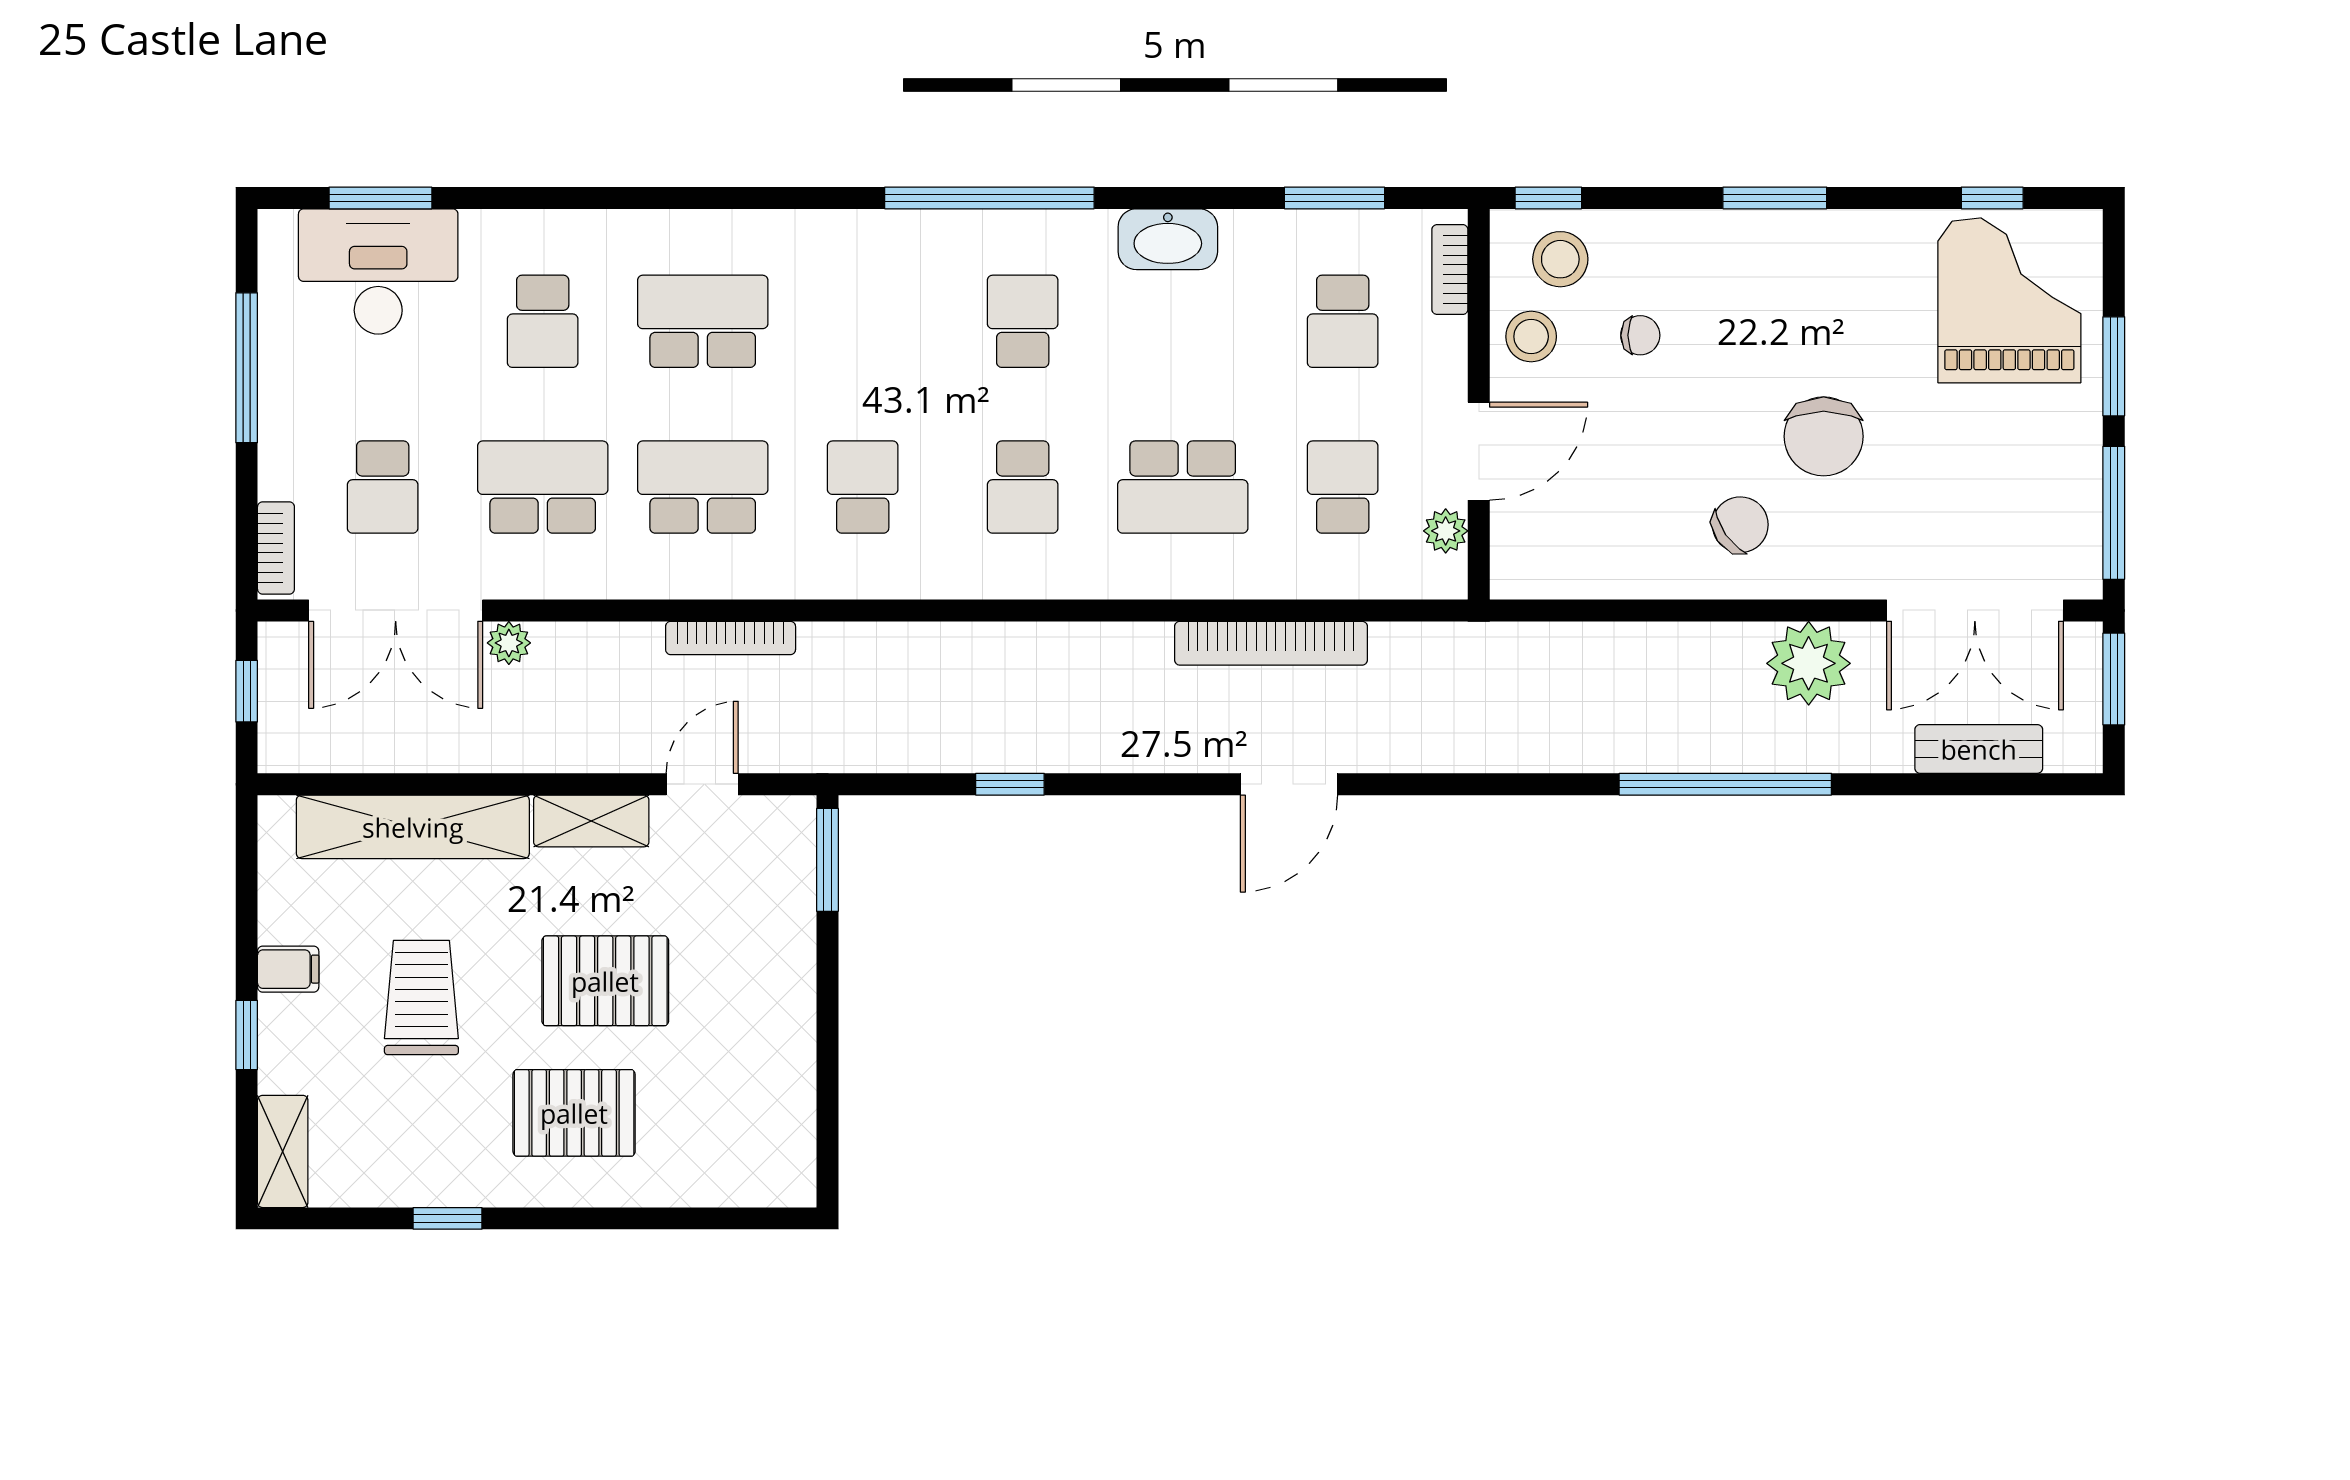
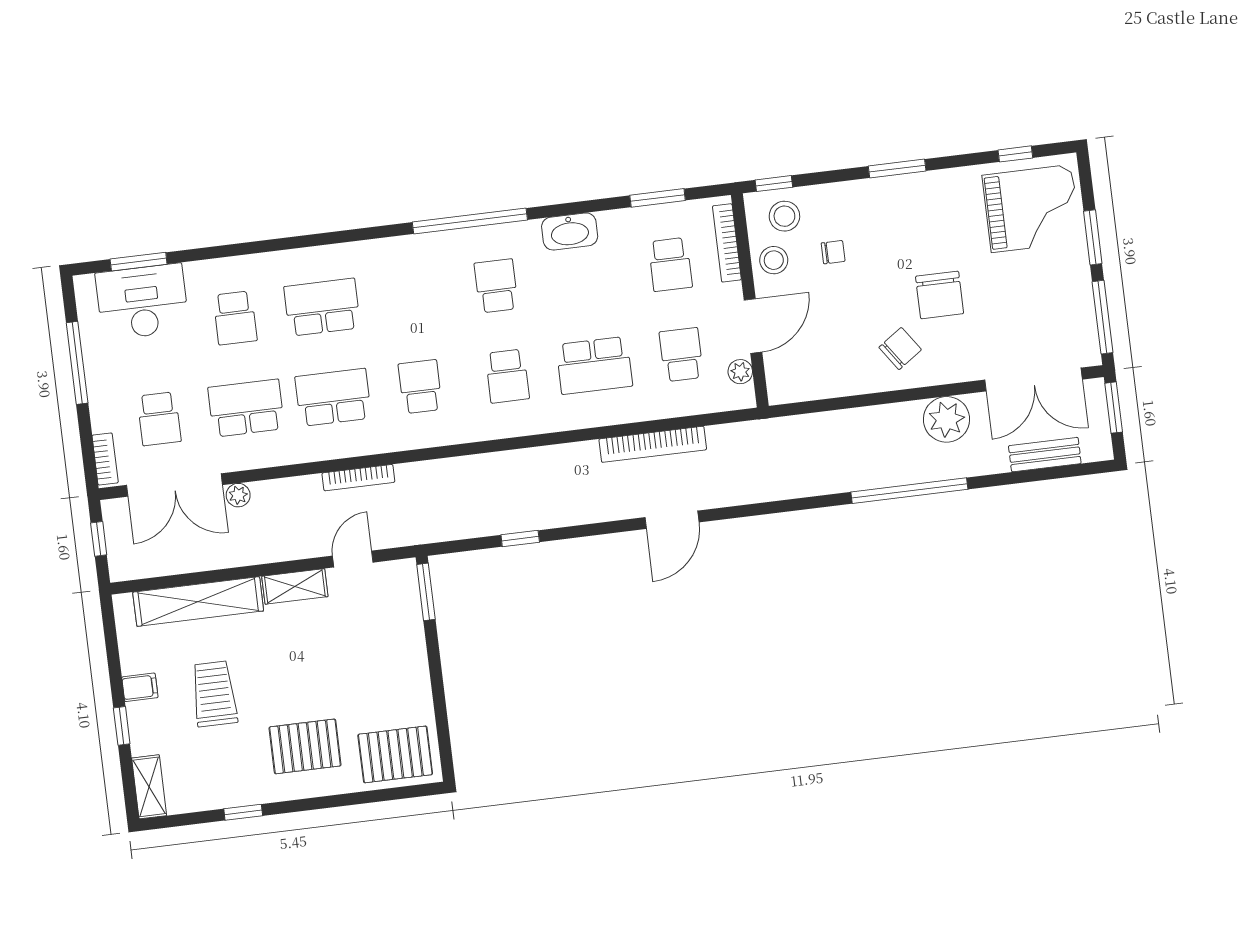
bookcase: (1450, 270) -> (727, 243), width x1.56
grand piano: (2009, 300) -> (1032, 209), turned 90
pallet: (605, 981) -> (395, 754), moved

